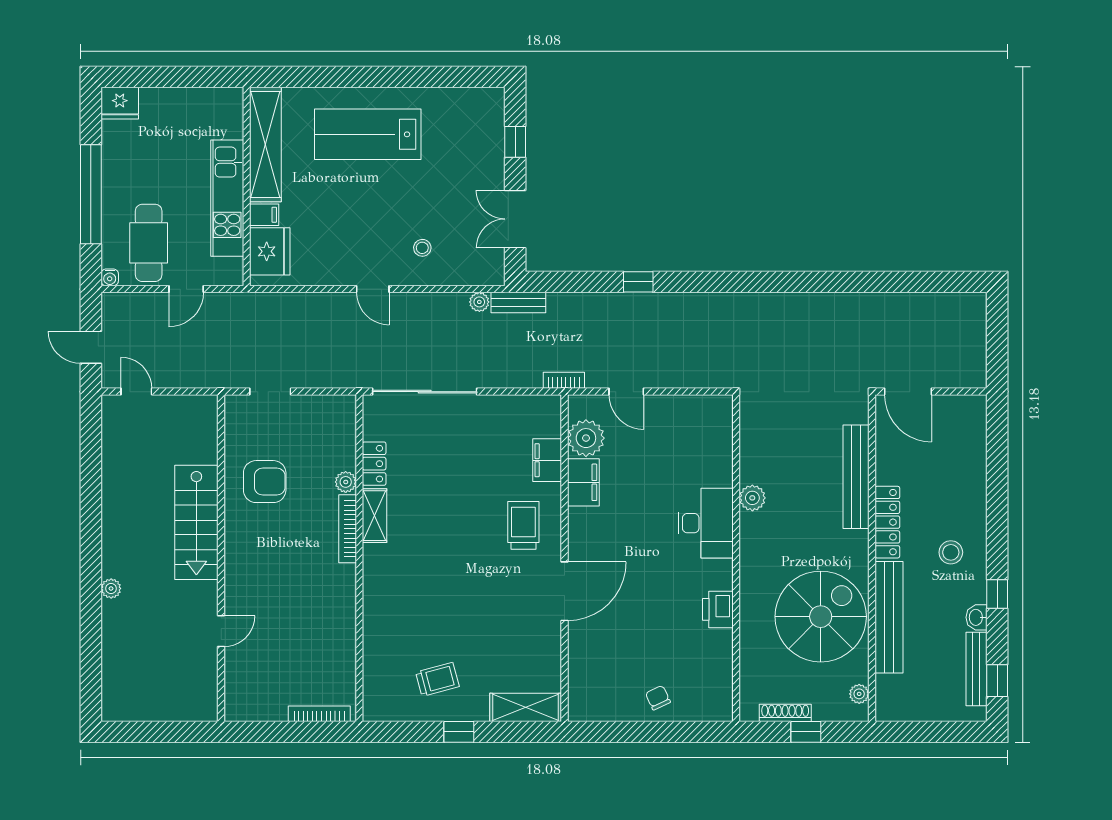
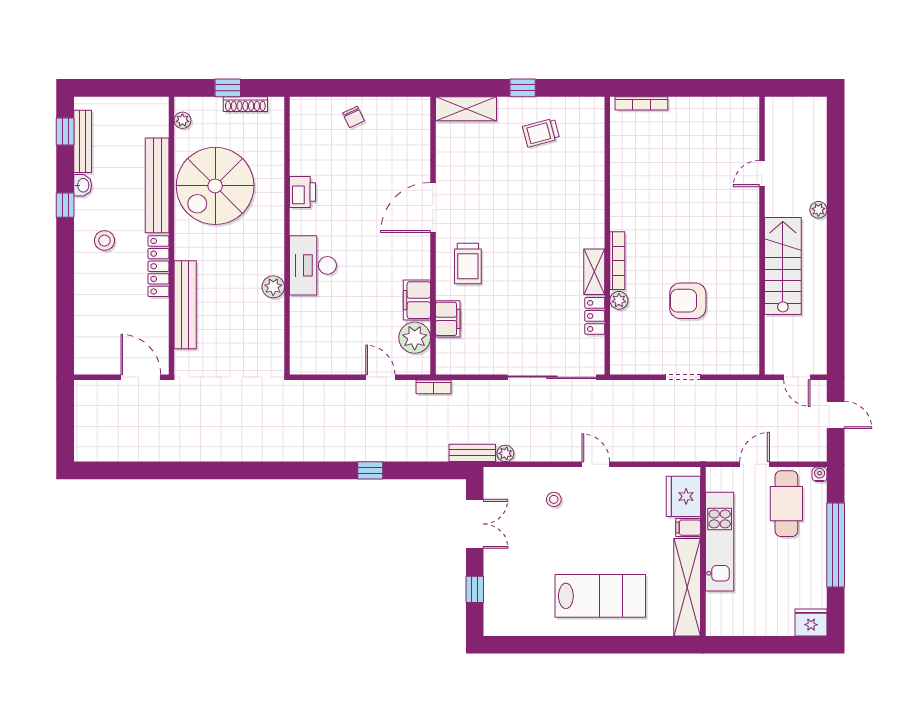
stairs: (196, 522) -> (783, 266), moved
wall: (221, 558) -> (762, 236), moved
door: (221, 631) -> (762, 174), moved

